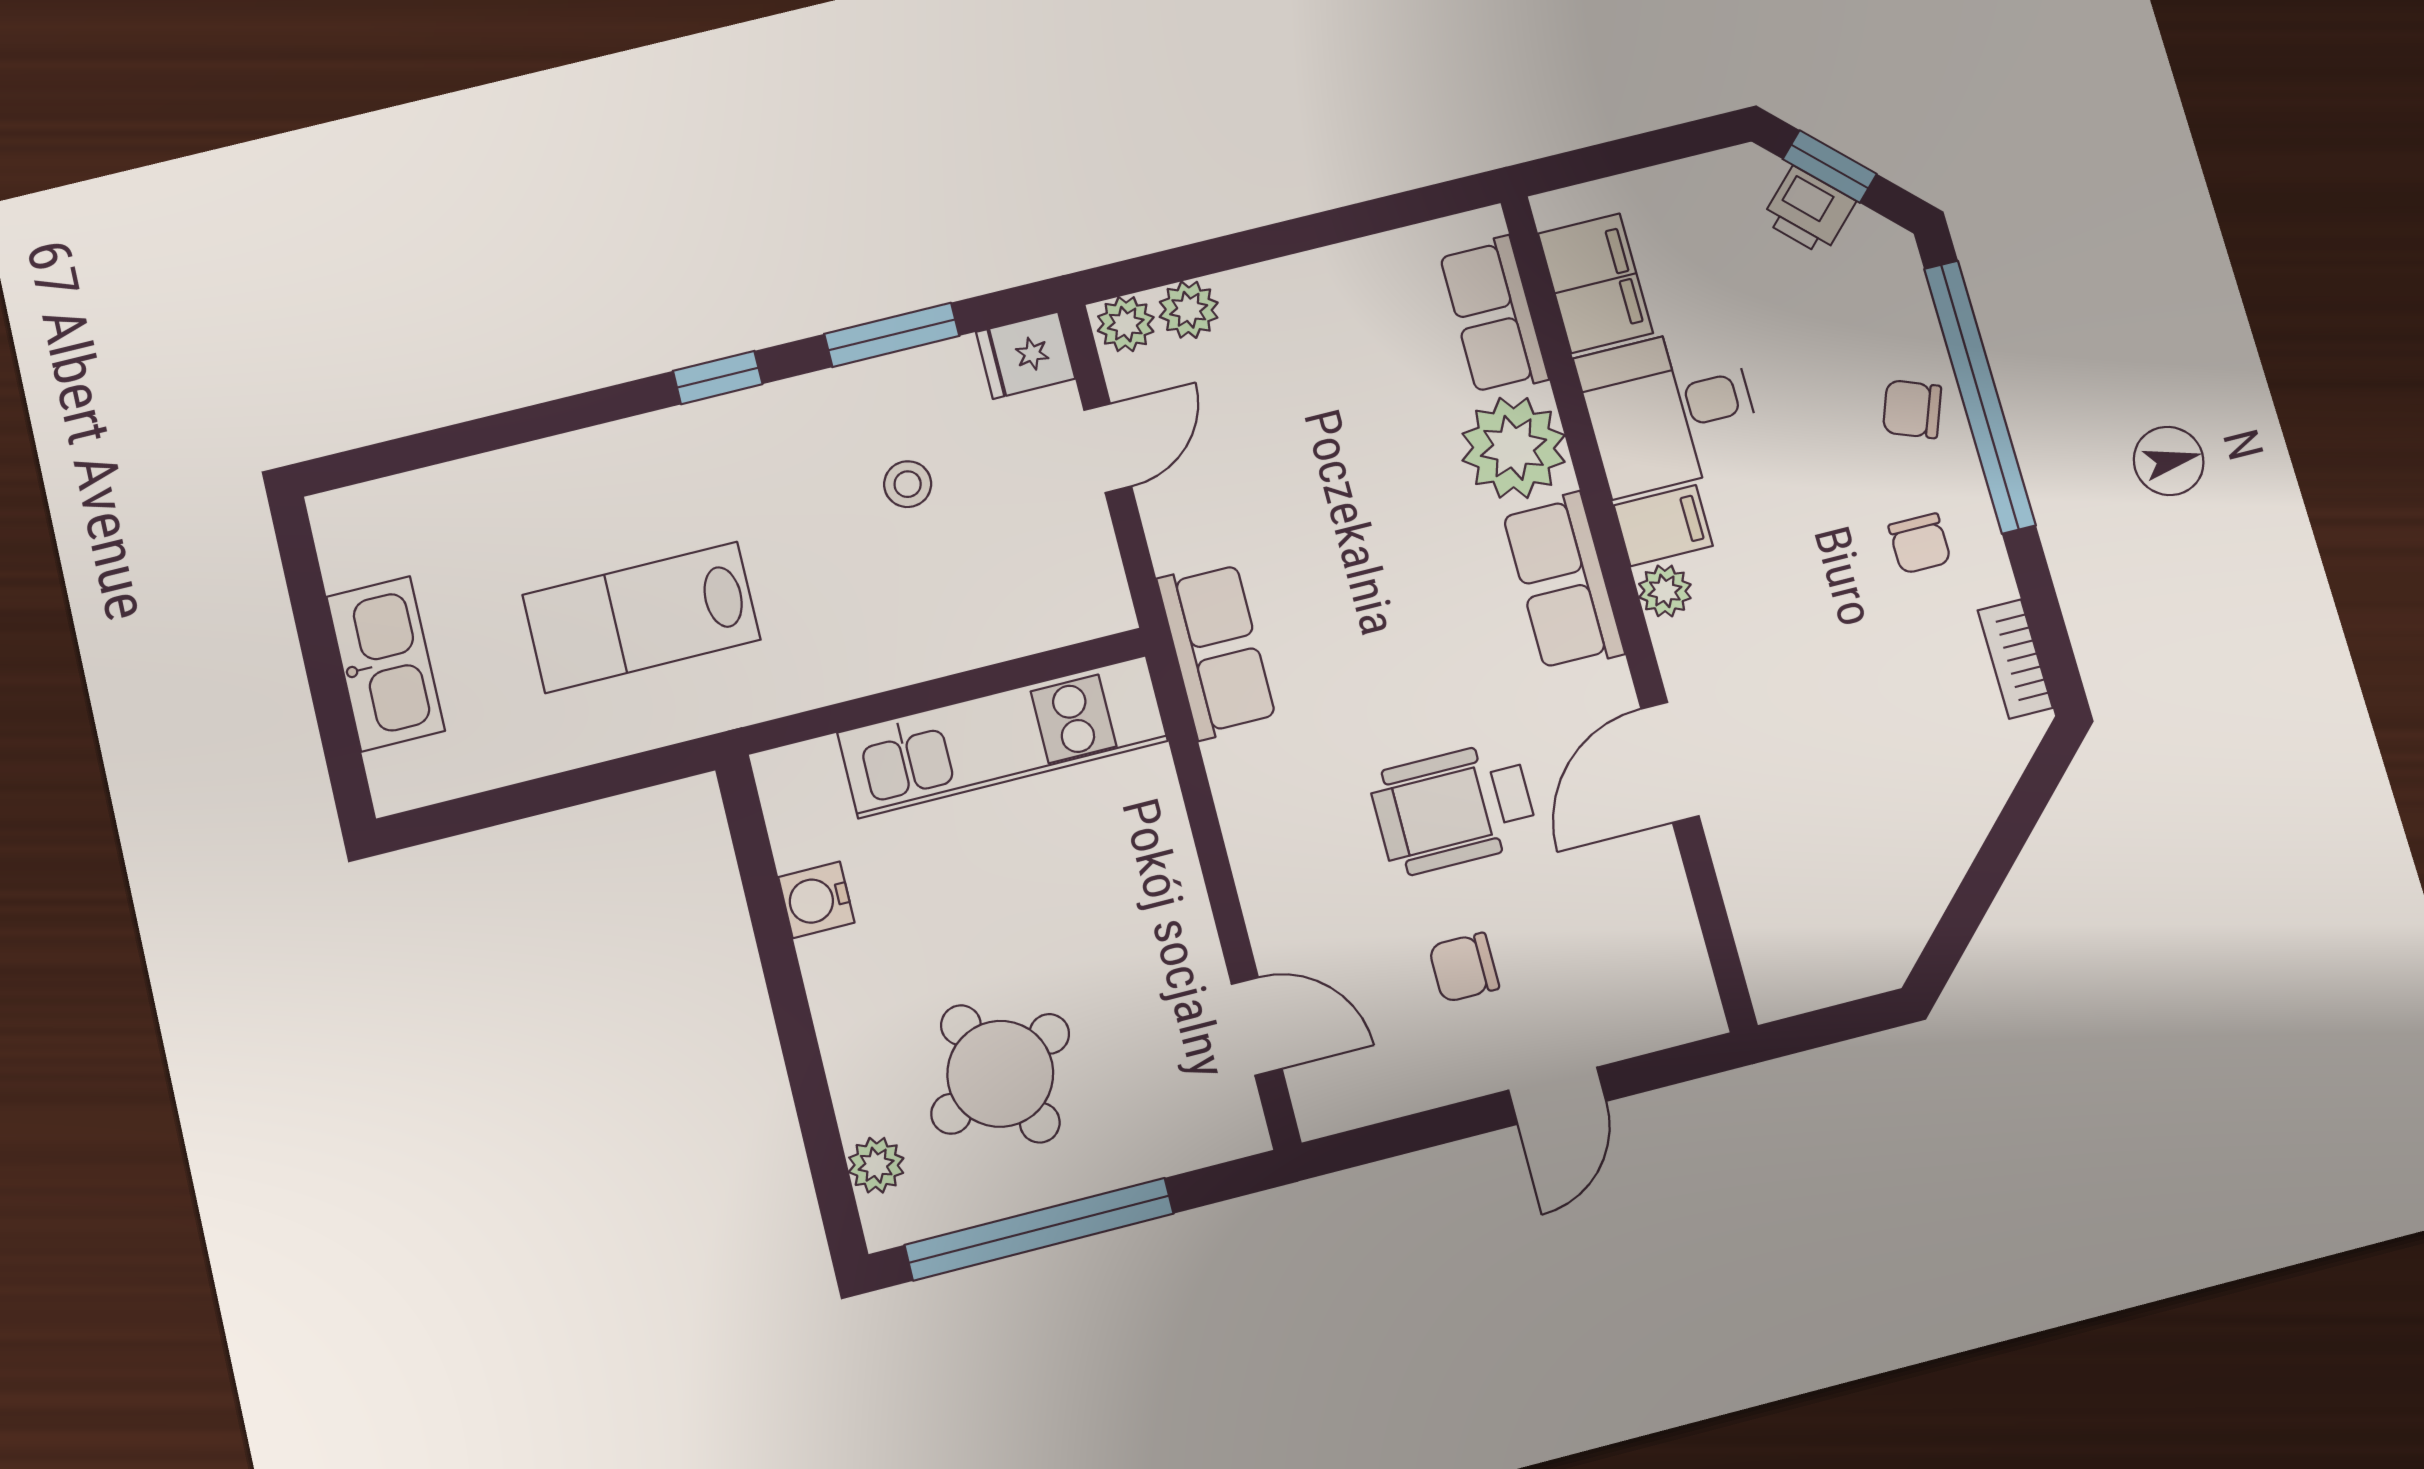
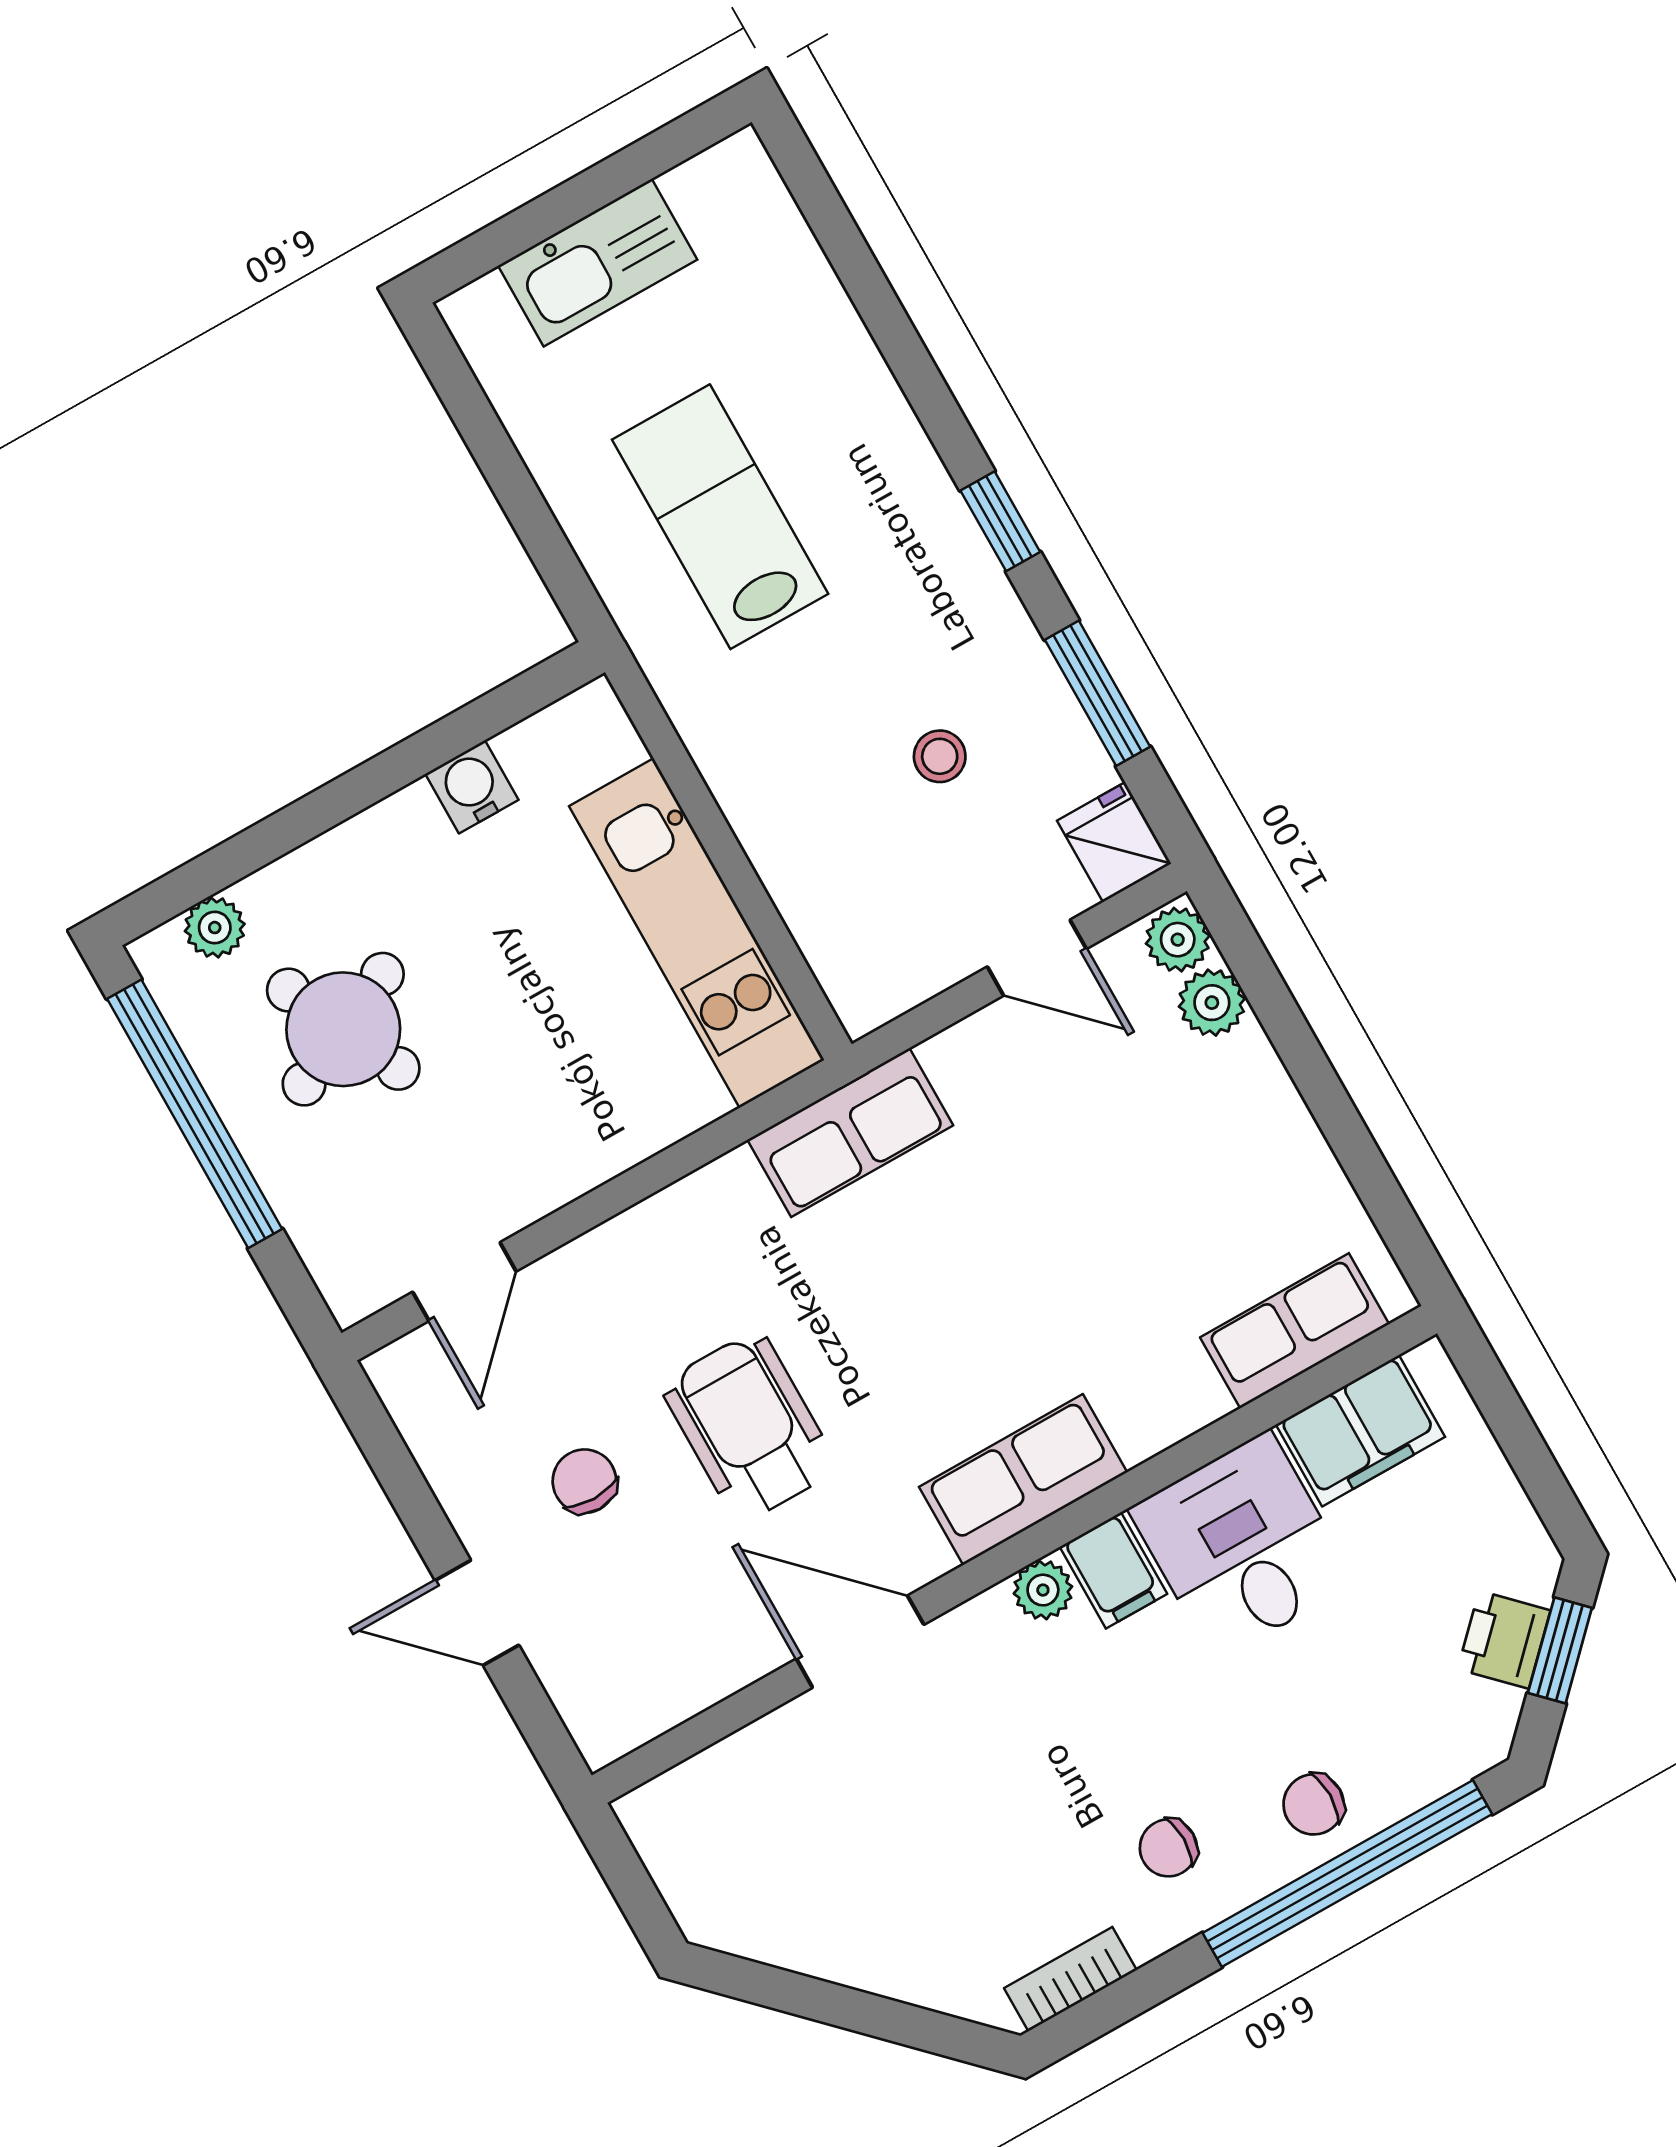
chair: (1912, 409) -> (1314, 1804), turned -111
plant: (1514, 448) -> (1155, 1390), removed

